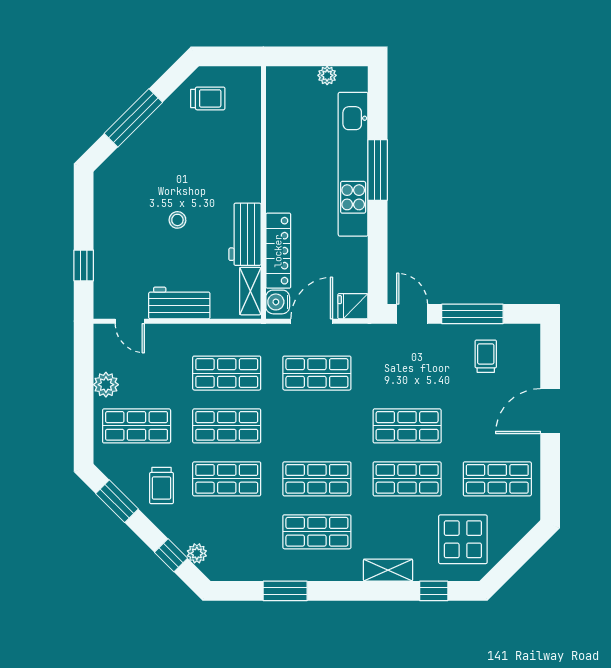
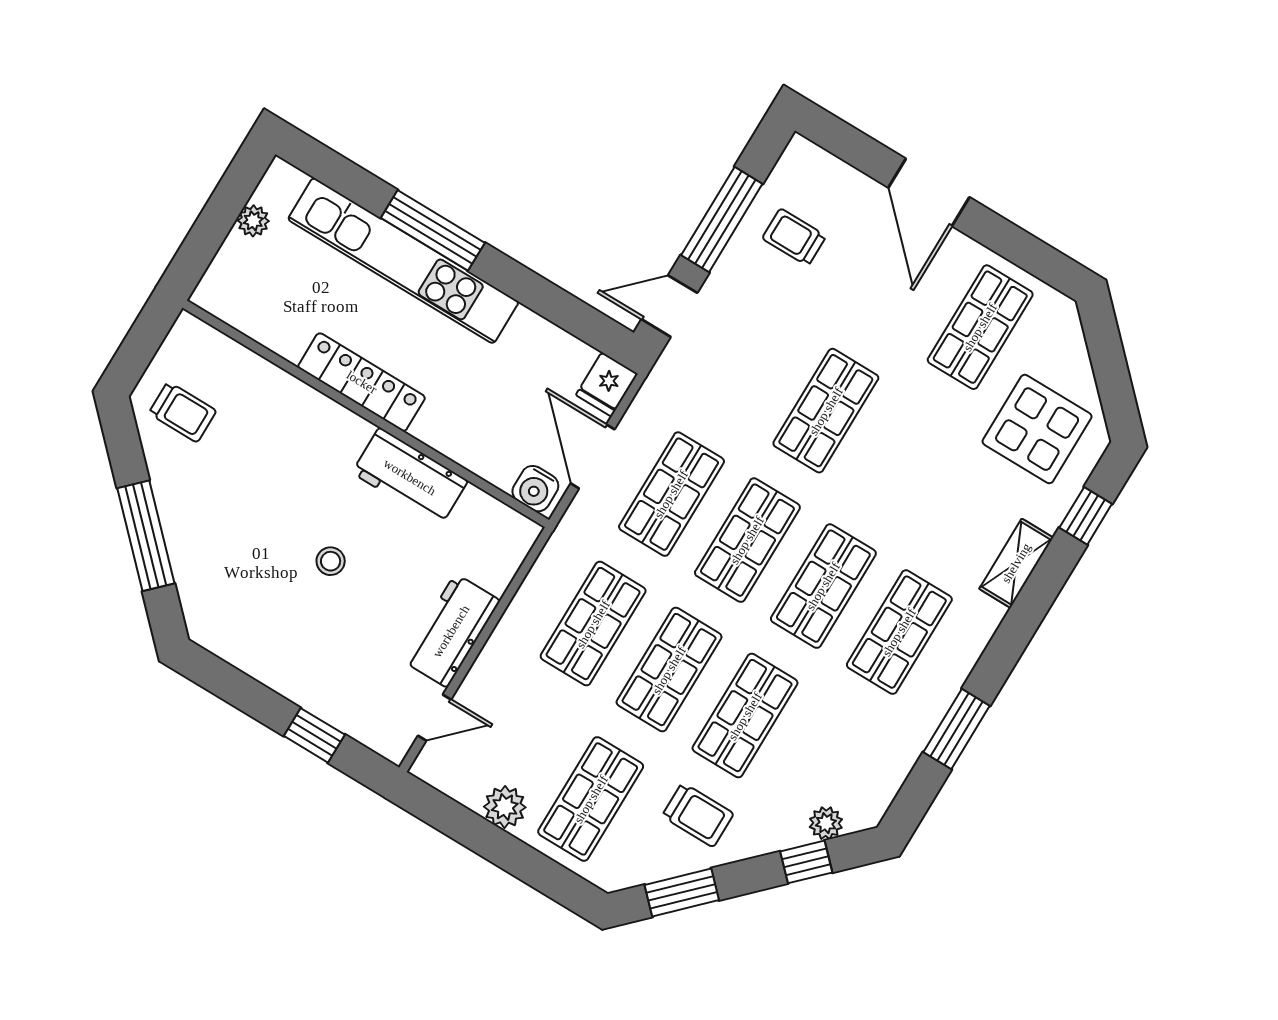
trolley: (208, 98) -> (183, 412), turned 90
locker: (278, 251) -> (362, 382), moved
shelving: (250, 291) -> (496, 518), removed
shop shelf: (407, 479) -> (747, 540), moved

